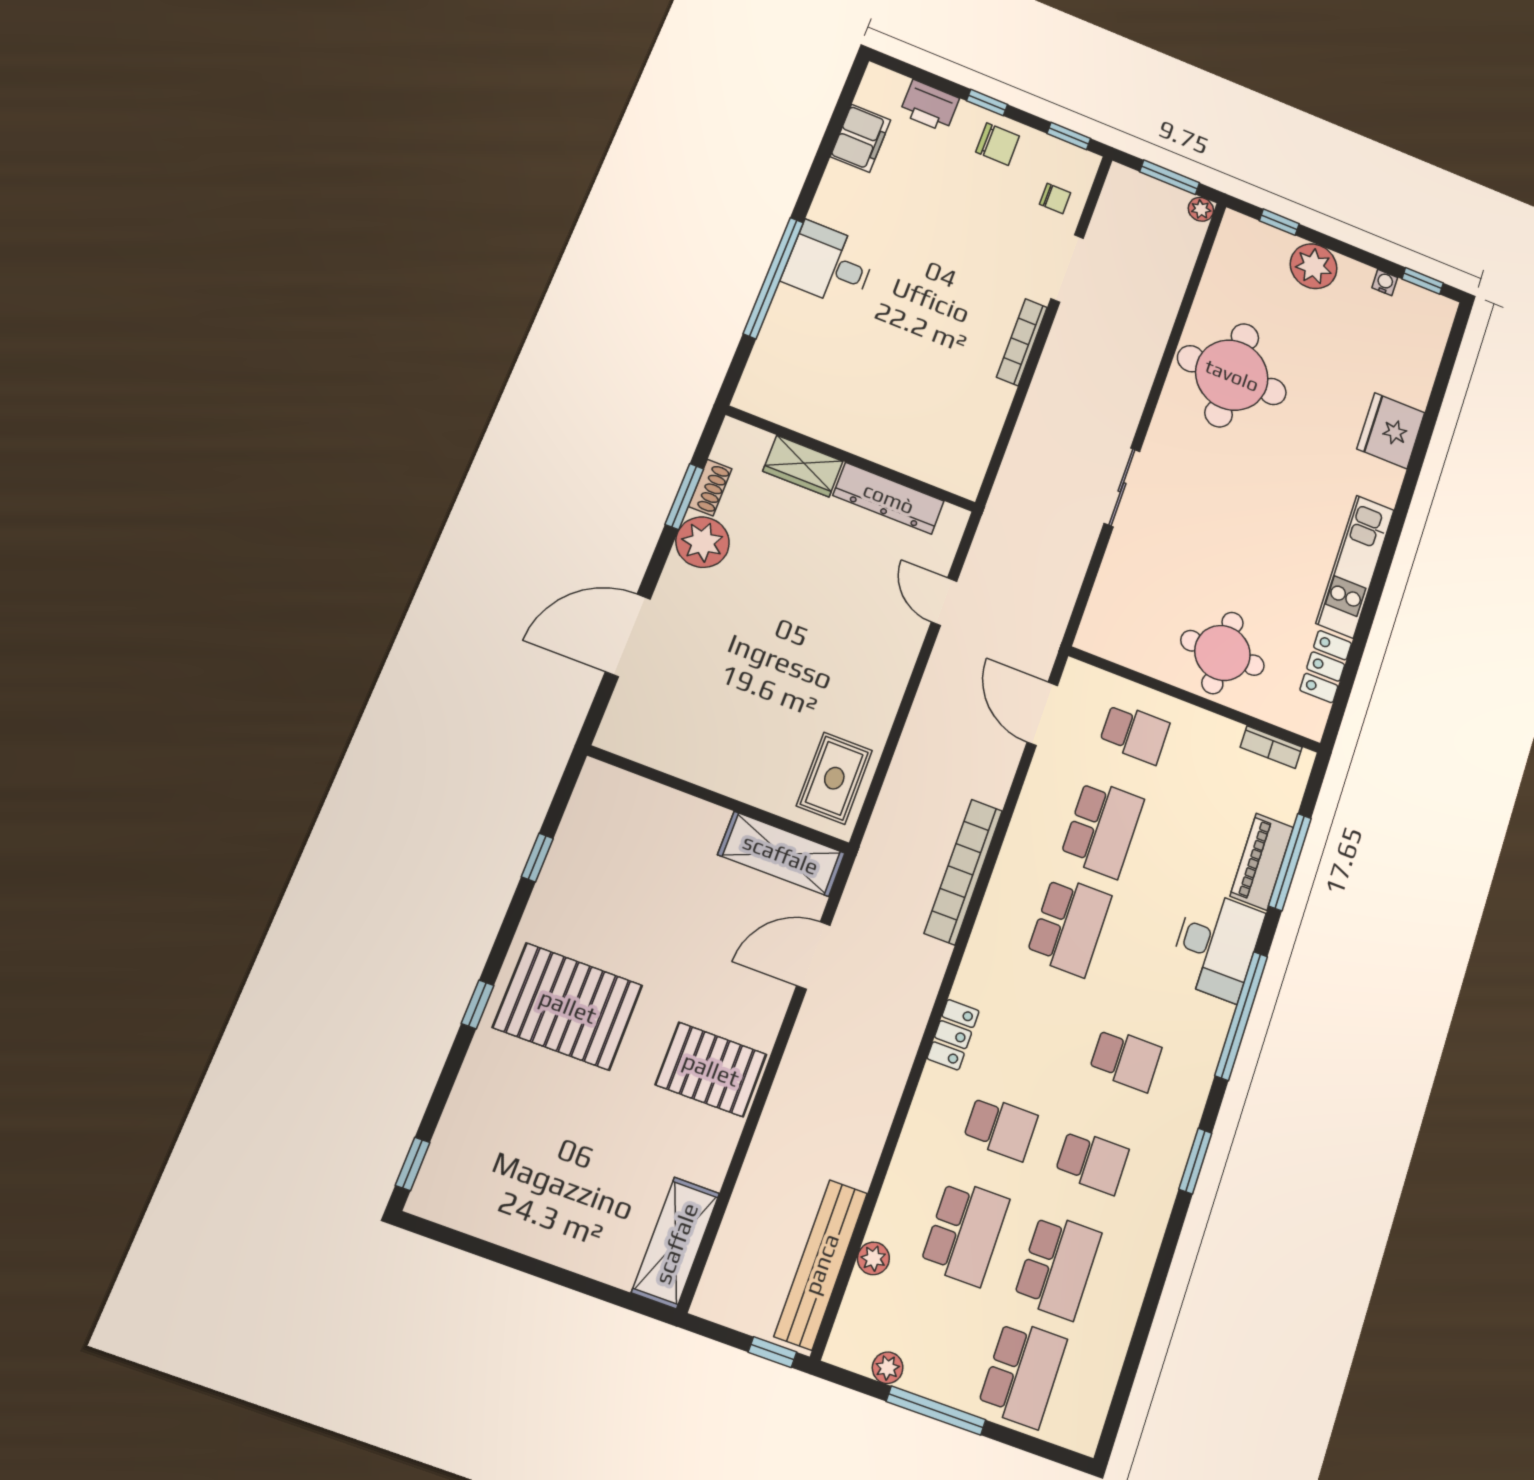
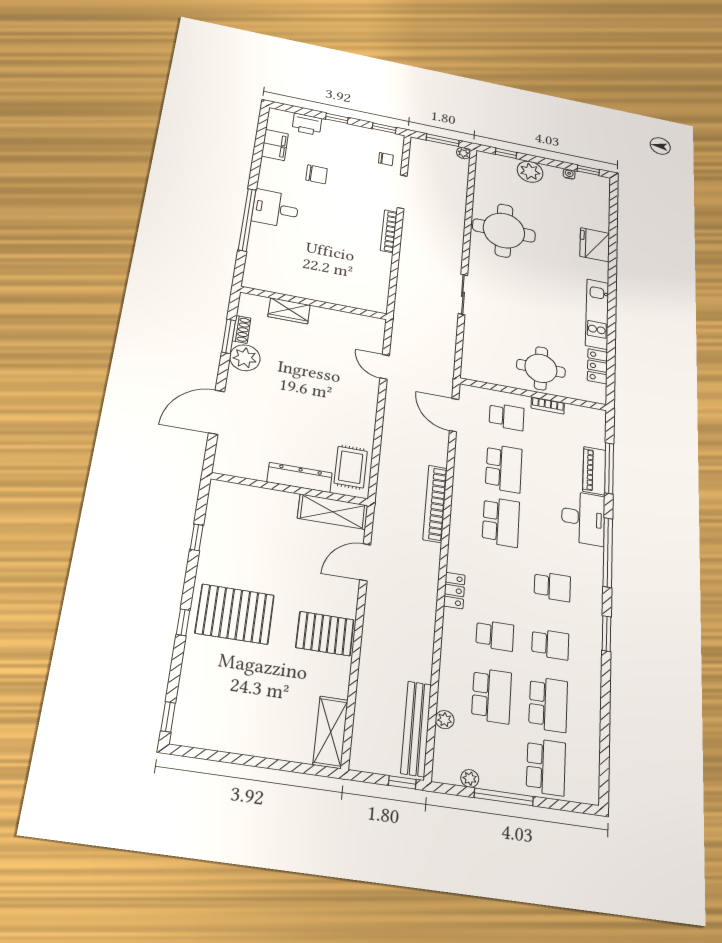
chair: (998, 144) -> (316, 174), moved
dresser: (889, 498) -> (300, 477), moved, turned 180
bookcase: (1271, 747) -> (548, 405), moved

